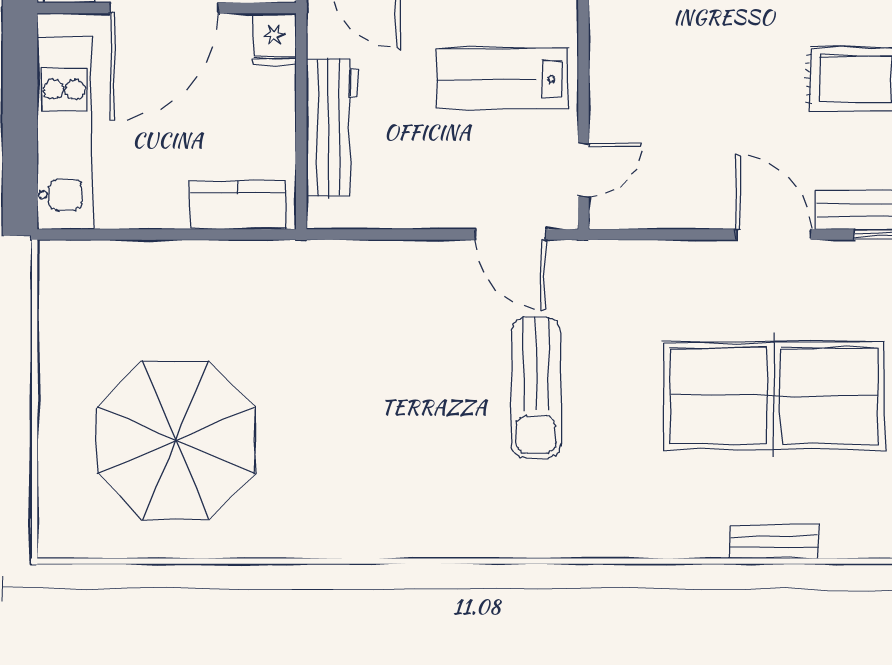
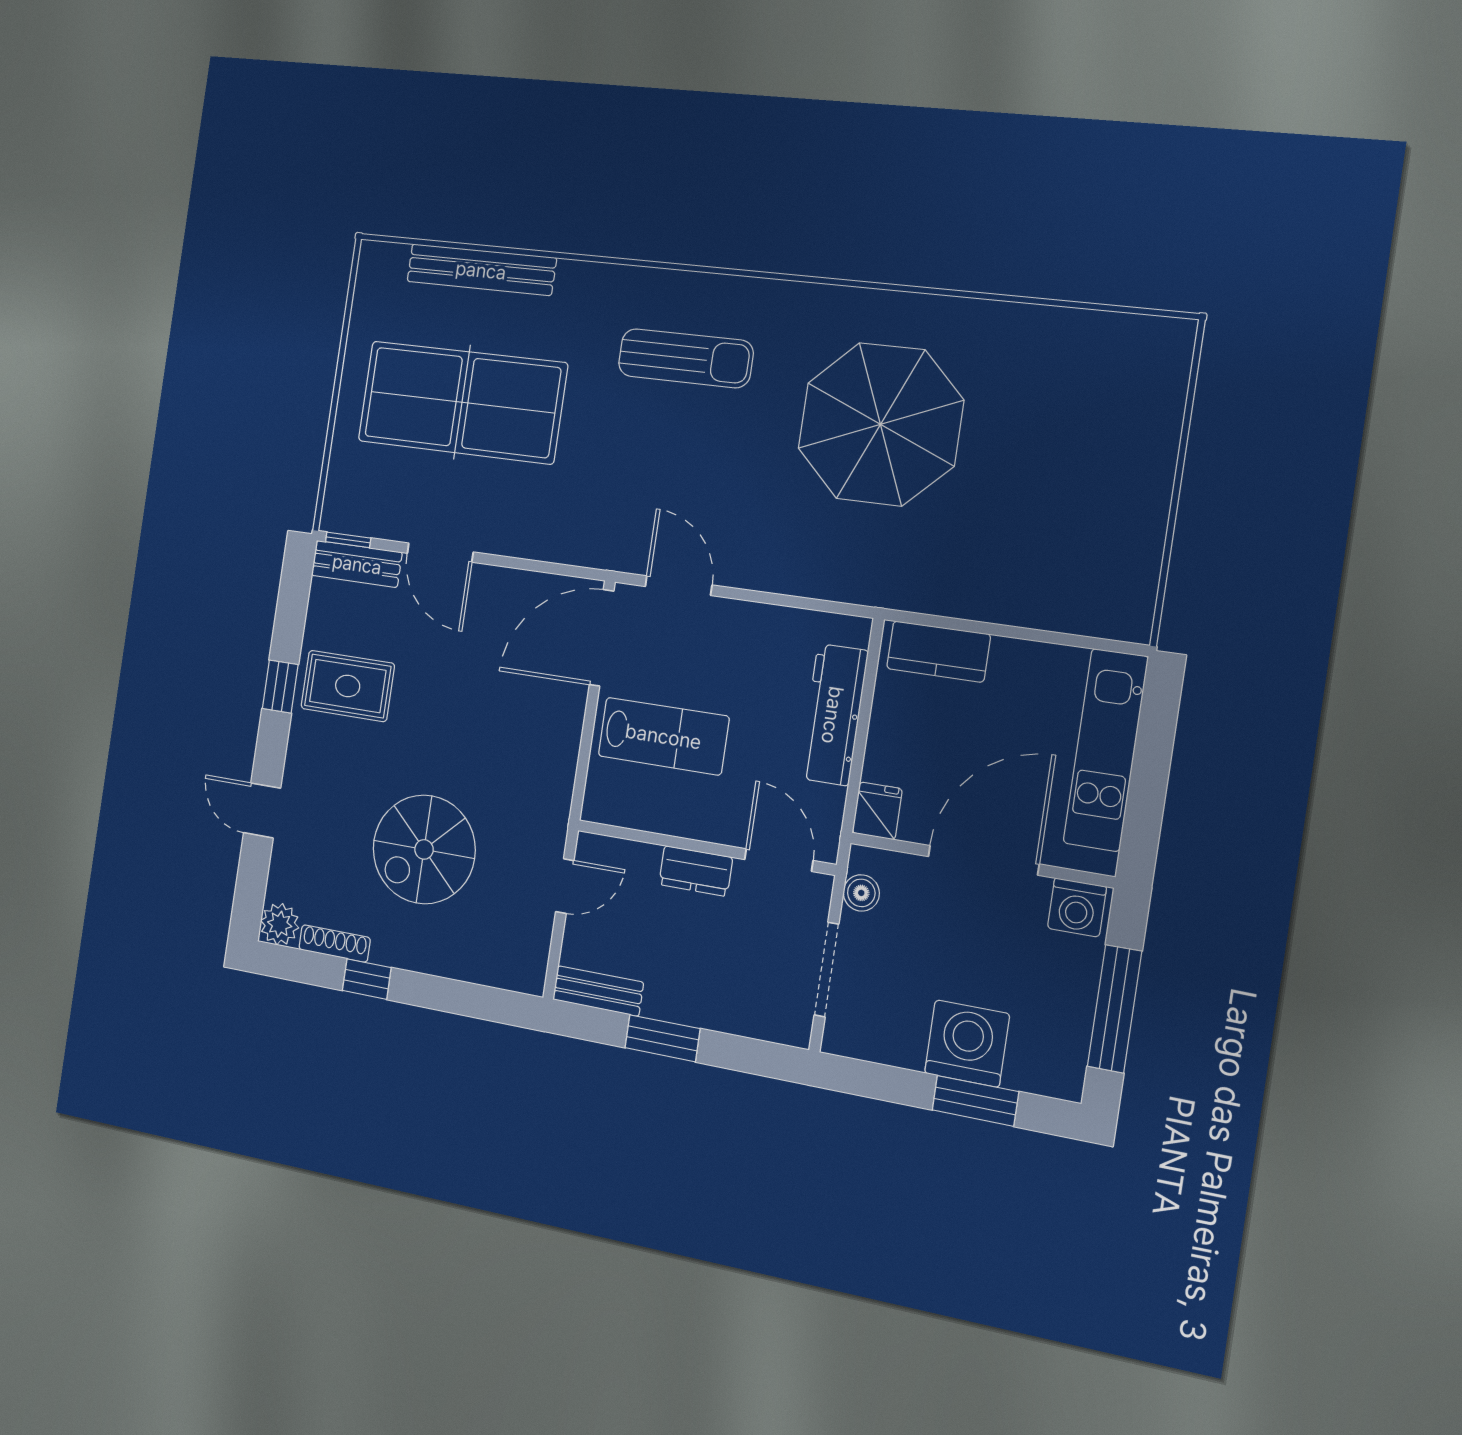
door: (583, 170) -> (602, 638), width x1.88
sun lounger: (536, 388) -> (686, 358), moved, turned 90
parasol: (176, 440) -> (880, 424), moved
bench: (774, 542) -> (481, 270), width x1.86, depth x1.21

